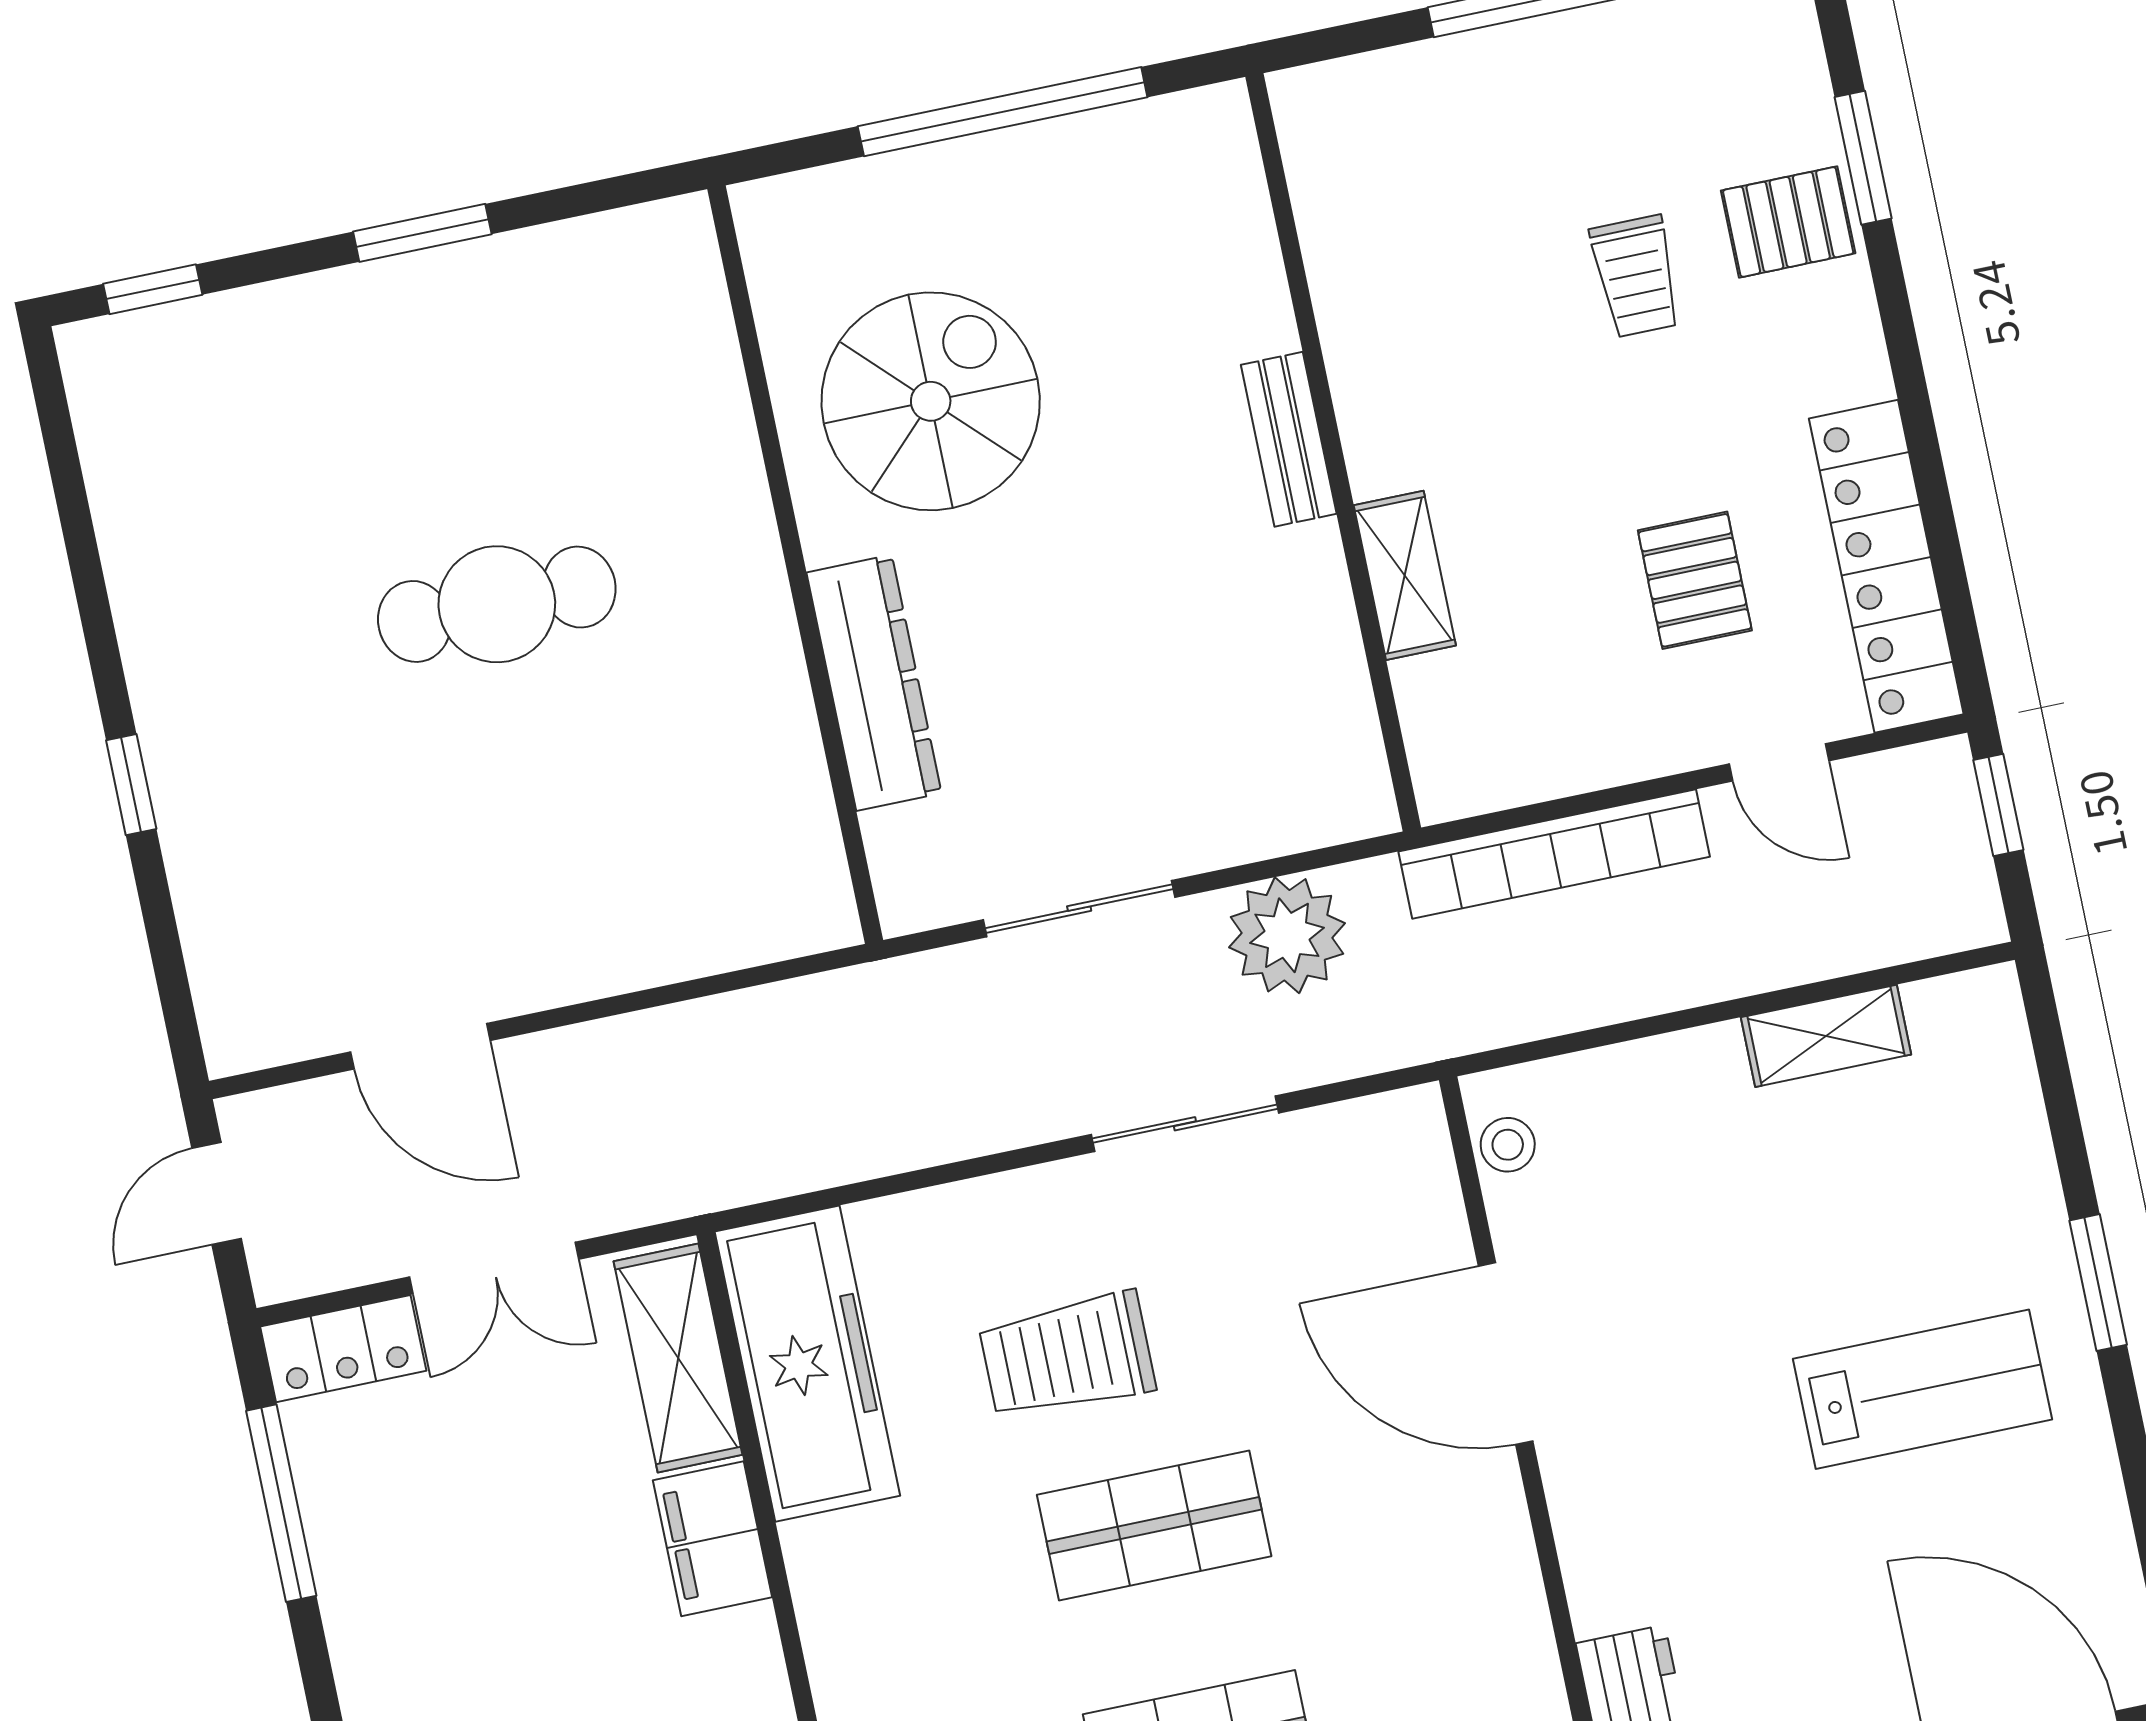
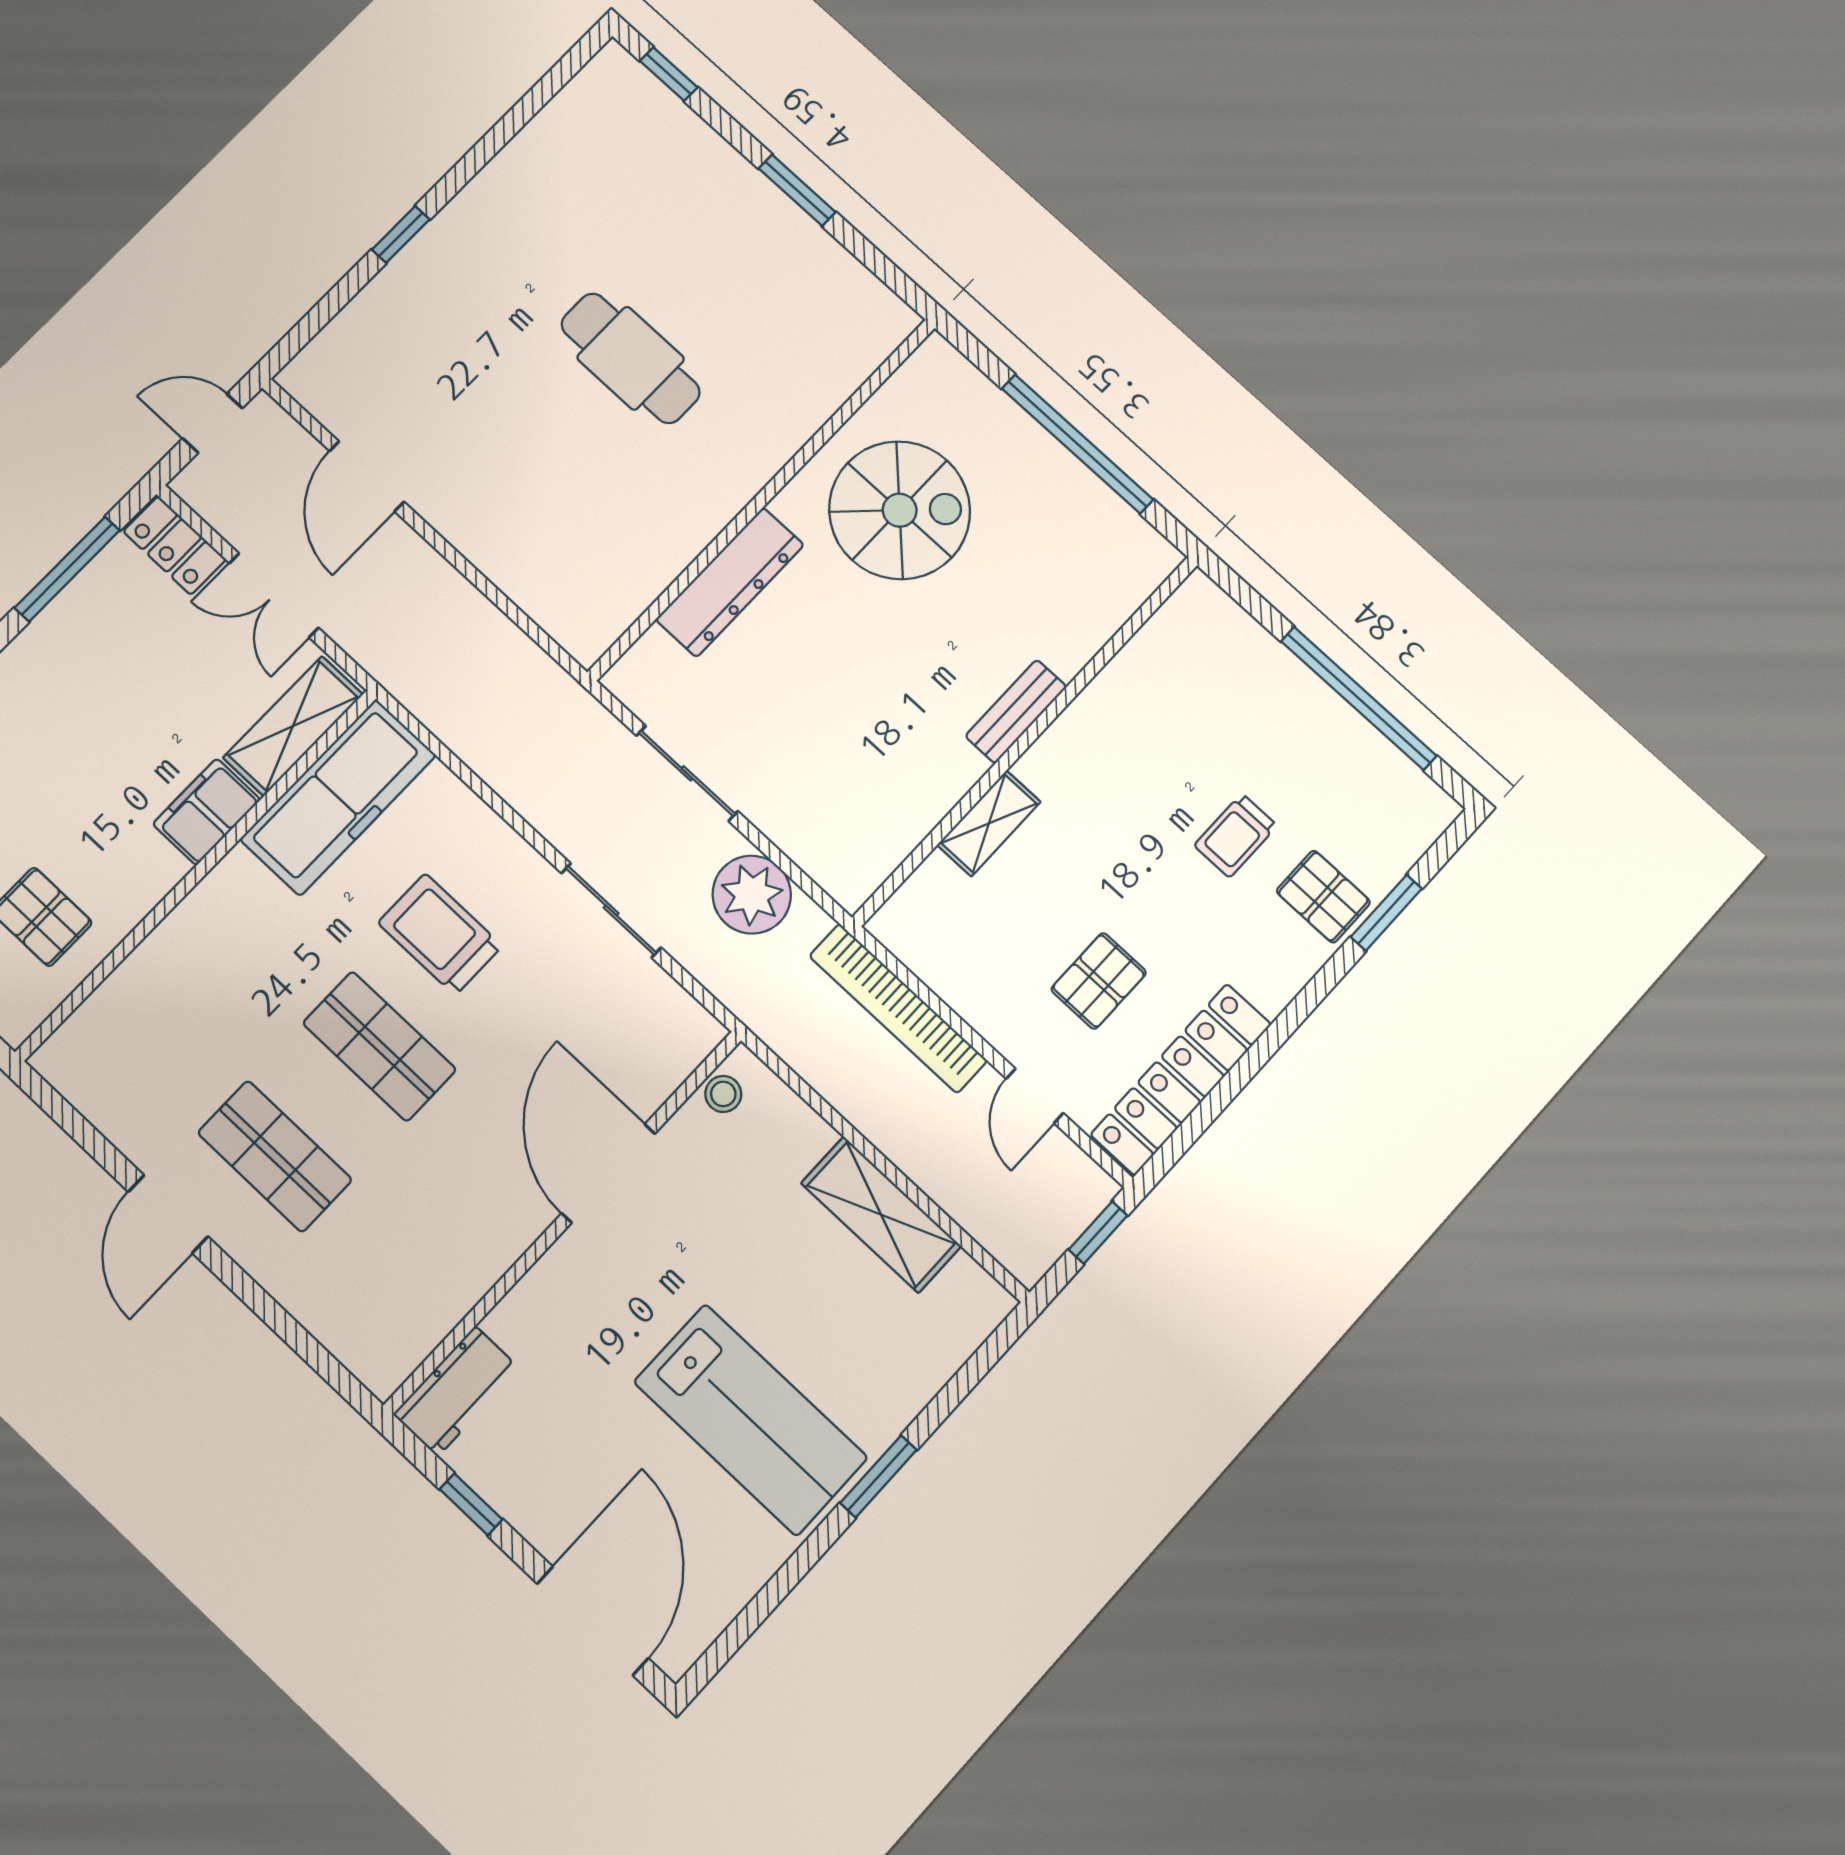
shelving: (1826, 1036) -> (881, 1215), width x1.50, depth x1.33
lab bench: (1922, 1389) -> (751, 1420), width x1.36, depth x1.39

